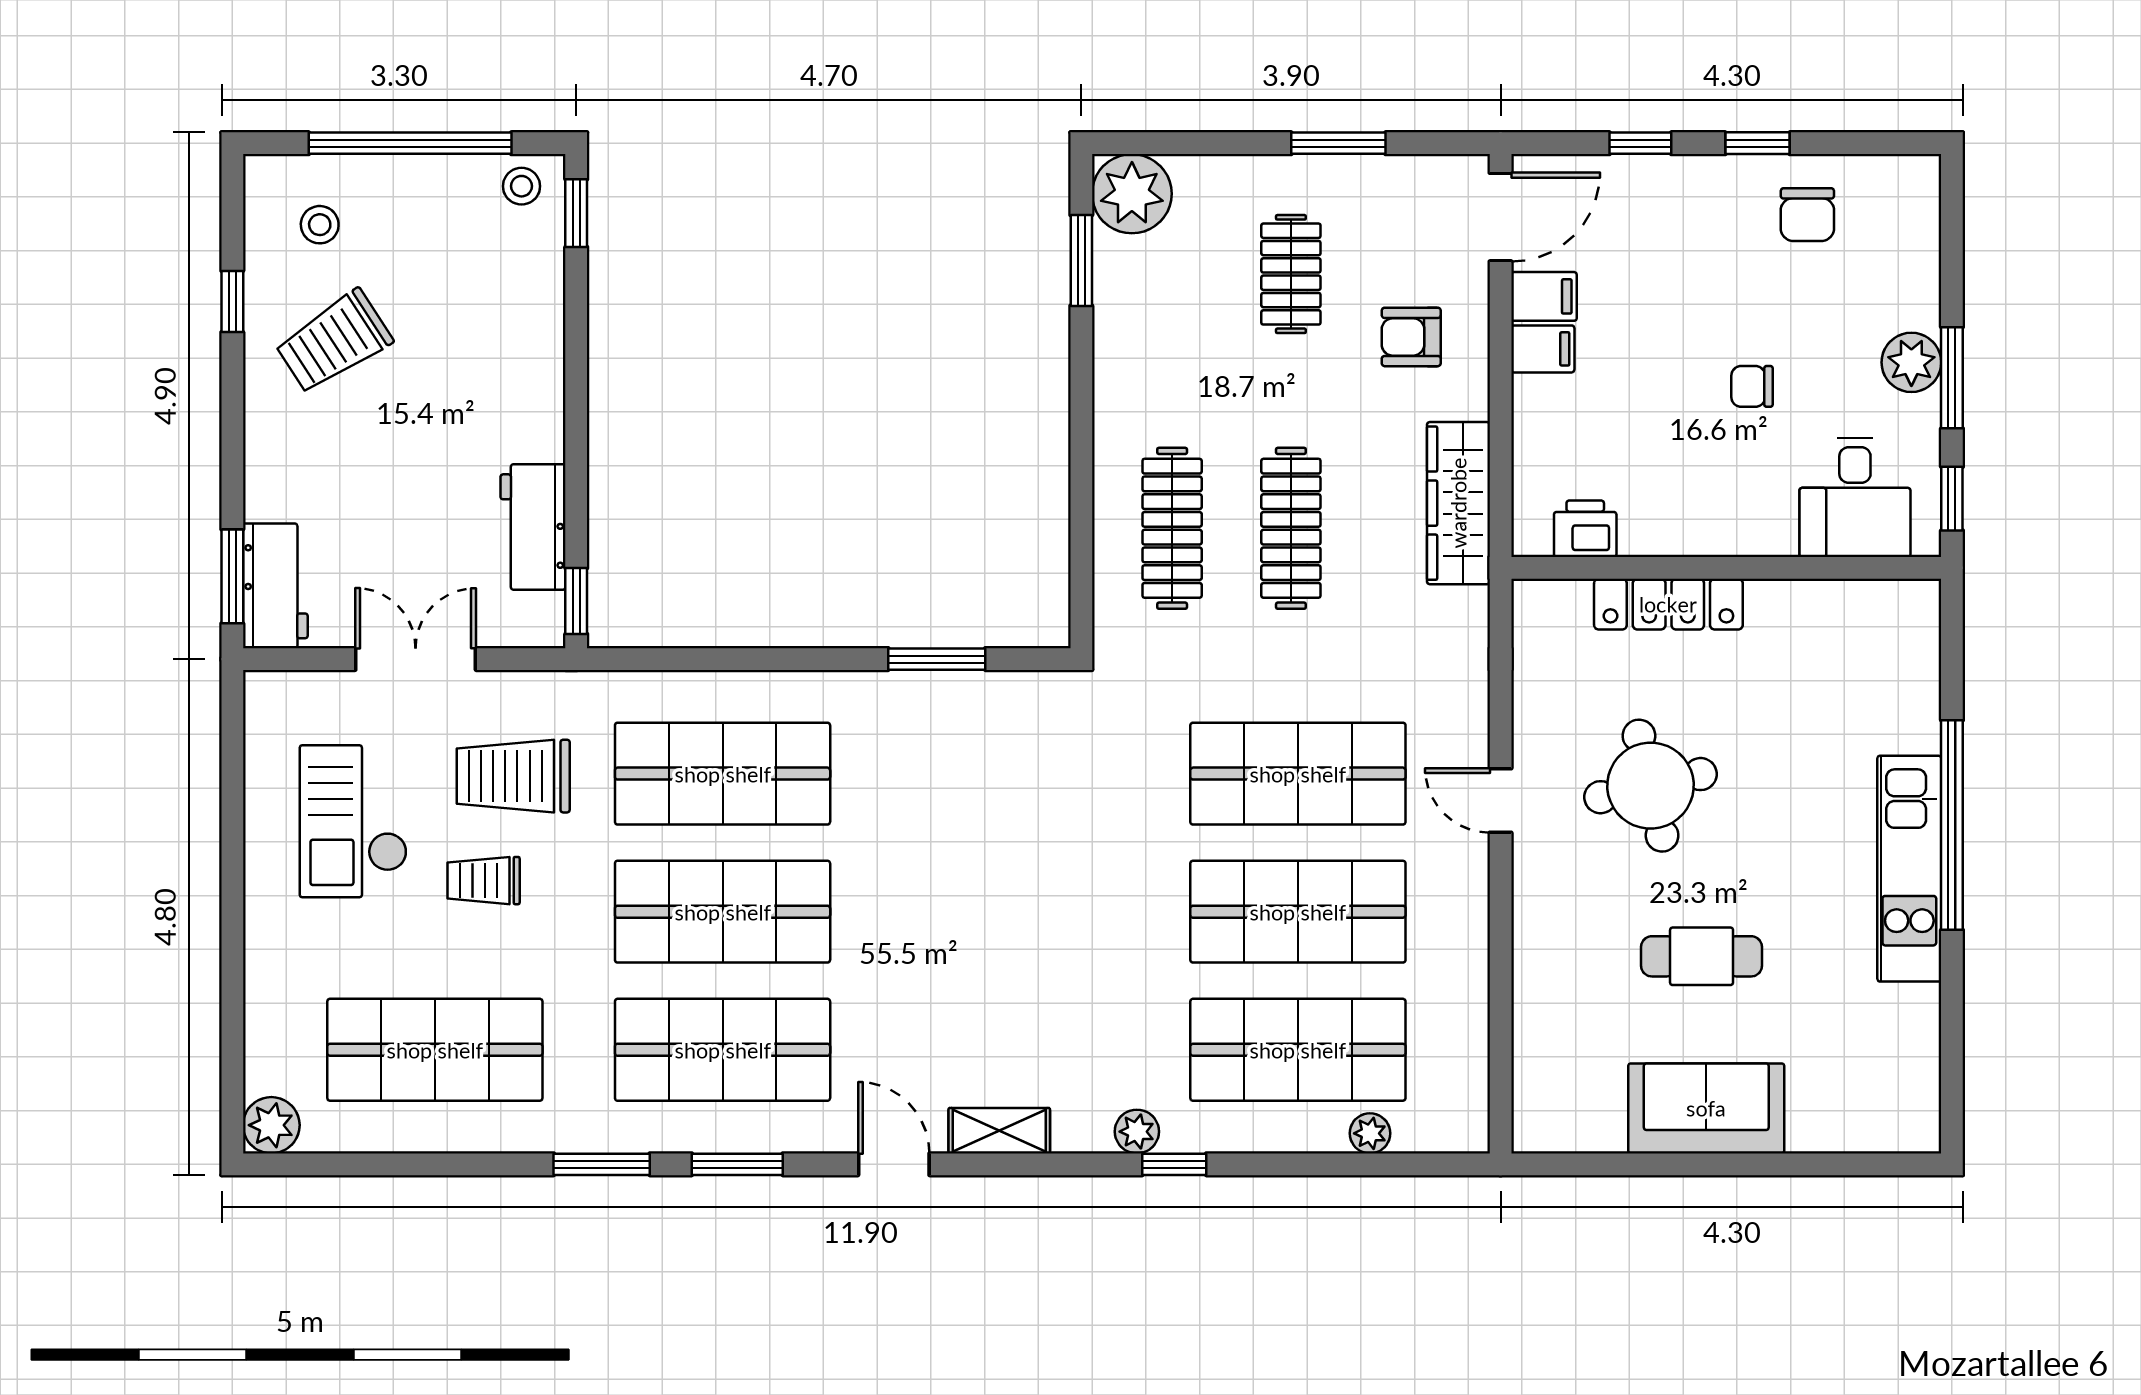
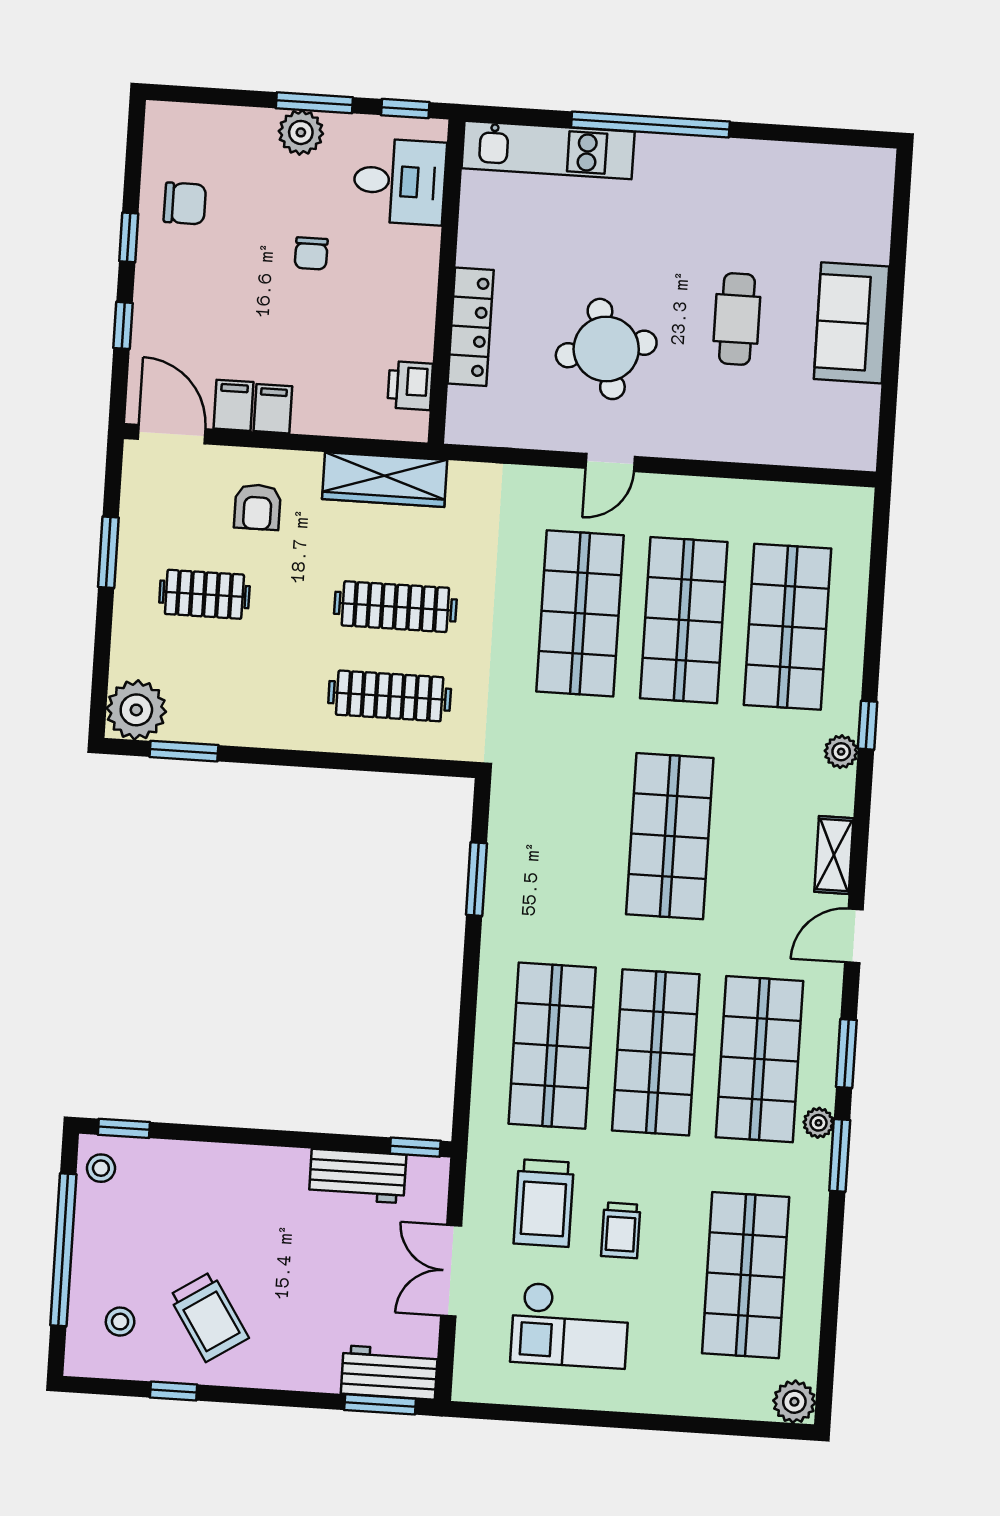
kitchen unit: (1909, 869) -> (548, 150), moved
shop shelf: (1010, 912) -> (670, 836), added
plant: (1370, 1133) -> (818, 1123), moved

